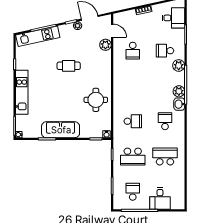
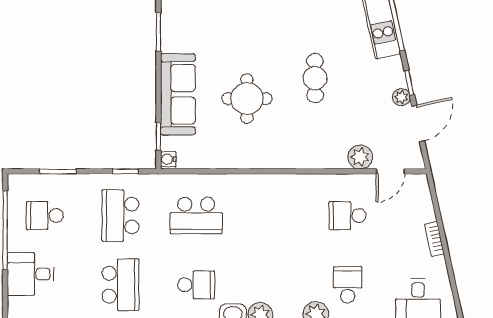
round table: (96, 100) -> (247, 99), moved
school desk: (133, 121) -> (196, 216), width x1.85
sofa: (61, 130) -> (178, 94), moved
school desk: (133, 192) -> (45, 216), turned 180

